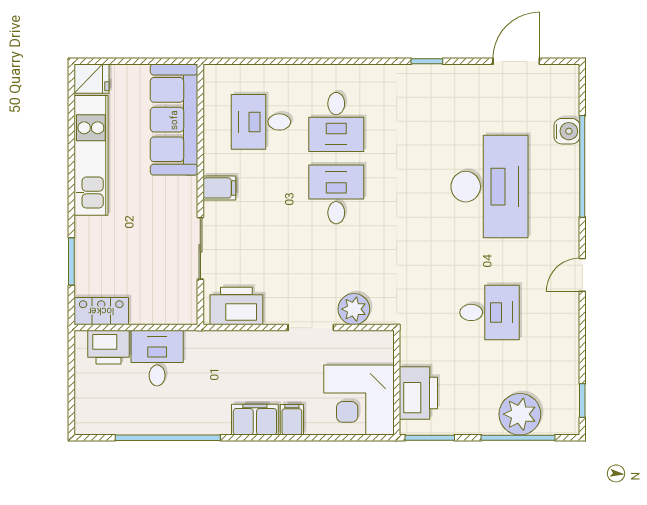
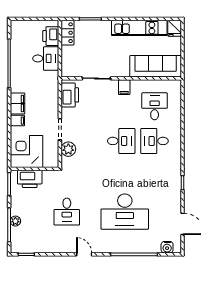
water cooler: (567, 131) -> (167, 247), moved
plant: (520, 414) -> (15, 221), width x0.53, depth x0.53

